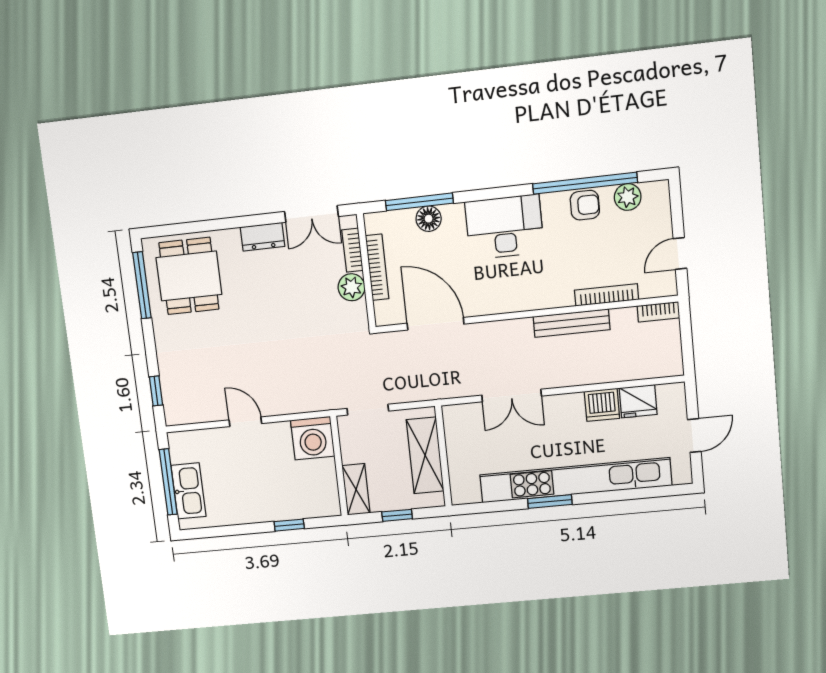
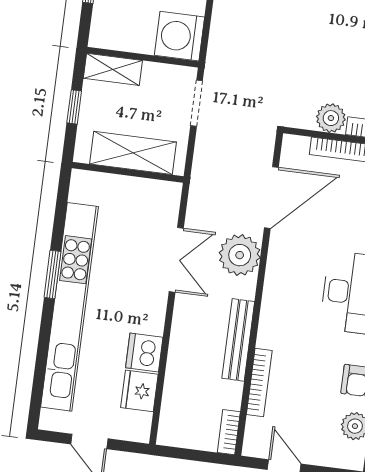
plant: (494, 340) -> (240, 255), added
double door: (512, 396) -> (176, 260), swing flipped

